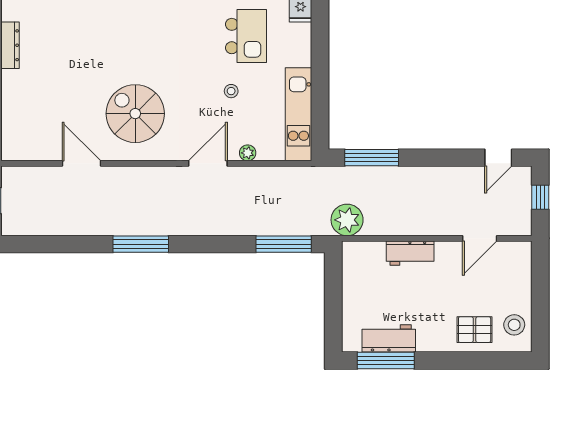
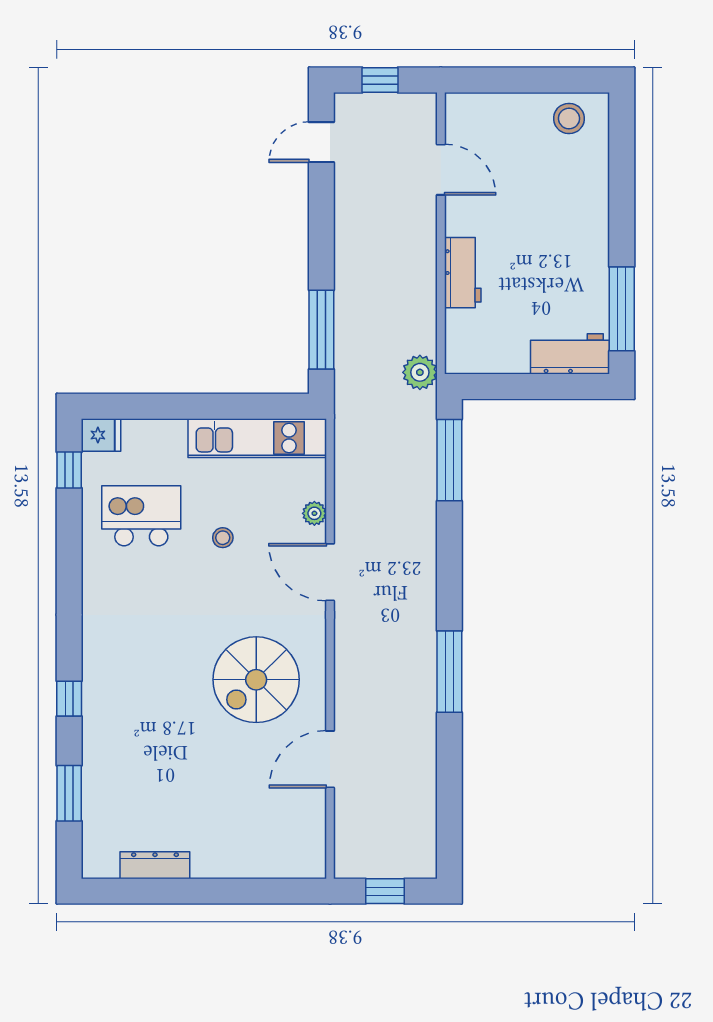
door: (498, 158) -> (321, 142), swing flipped
plant: (347, 220) -> (420, 372), width x0.73, depth x0.73
pallet: (475, 330) -> (576, 177), removed
workbench: (389, 338) -> (570, 354), moved, turned 90

